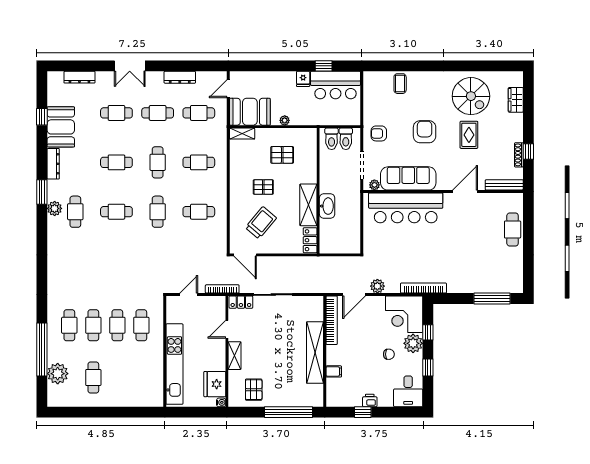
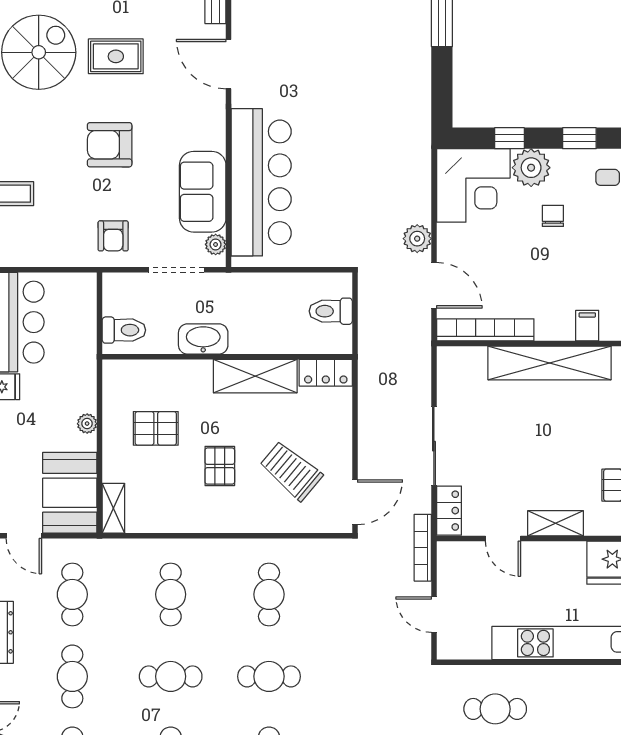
toilet: (346, 139) -> (331, 311), moved, turned 180
pallet: (282, 155) -> (156, 428), turned 90
sofa: (408, 178) -> (203, 192), width x0.73
washbasin: (327, 206) -> (203, 339), moved
bookcase: (423, 288) -> (421, 147), removed

